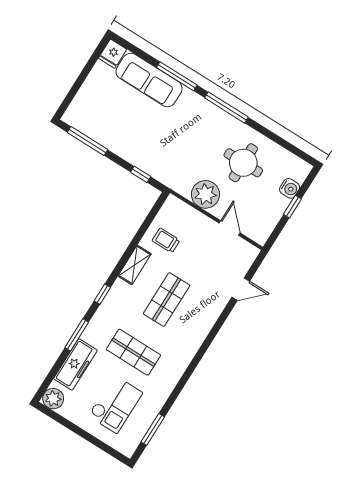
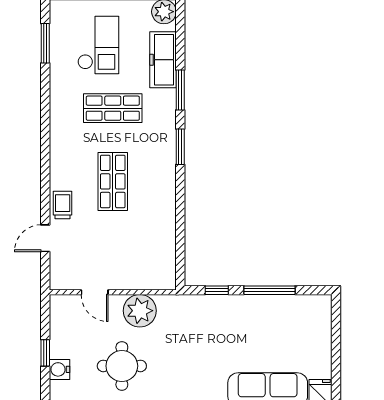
window: (88, 141) -> (270, 290), moved
trolley: (166, 240) -> (63, 205), moved, turned -90
shelving: (135, 265) -> (166, 196), removed
window: (102, 294) -> (180, 147), width x1.50
checkout: (115, 404) -> (98, 45), turned 180

